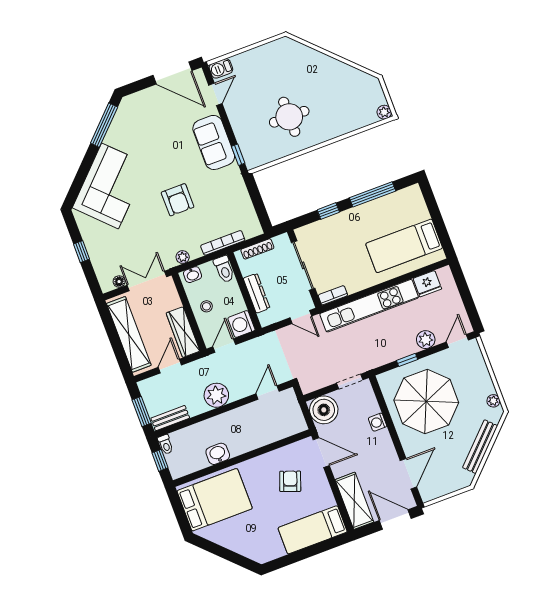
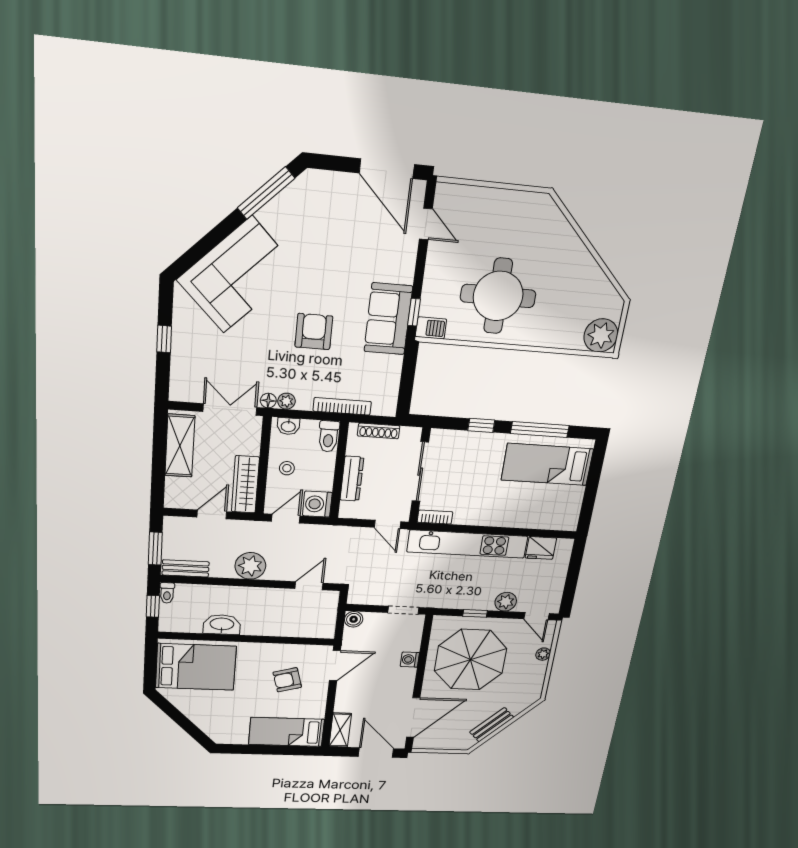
barbecue: (221, 68) -> (431, 328), moved, turned 180
door: (215, 94) -> (426, 224), hinge flipped
plant: (384, 112) -> (601, 335), width x1.88, depth x1.88
round table: (289, 117) -> (498, 296), width x1.36, depth x1.36
sofa: (214, 142) -> (388, 319), moved
armchair: (178, 200) -> (314, 332), turned 180
bed: (404, 246) -> (547, 464), moved
floor lamp: (119, 282) -> (268, 401), moved
shelving: (129, 334) -> (180, 446), width x0.68
door: (457, 341) -> (537, 616), swing flipped
plant: (493, 401) -> (543, 654), moved
boiler: (324, 410) -> (354, 619), width x0.54, depth x0.54
bench: (480, 447) -> (492, 725), width x0.73
door: (321, 453) -> (335, 666), hinge flipped
washbasin: (218, 454) -> (222, 624), width x1.38
door: (408, 474) -> (413, 718), width x1.36
armchair: (290, 481) -> (287, 680), turned -126
shelving: (354, 501) -> (340, 730), width x0.67, depth x0.75

